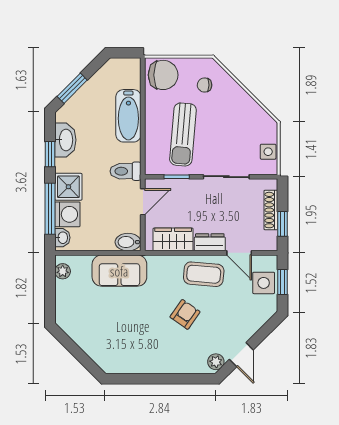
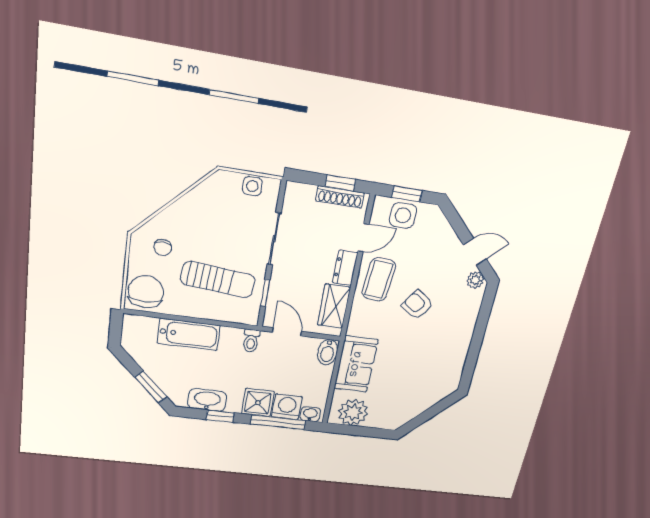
toilet: (125, 171) -> (251, 341), width x0.73, depth x0.72
shoe rack: (271, 210) -> (340, 197), moved
plant: (63, 271) -> (353, 412), width x1.87, depth x1.87

